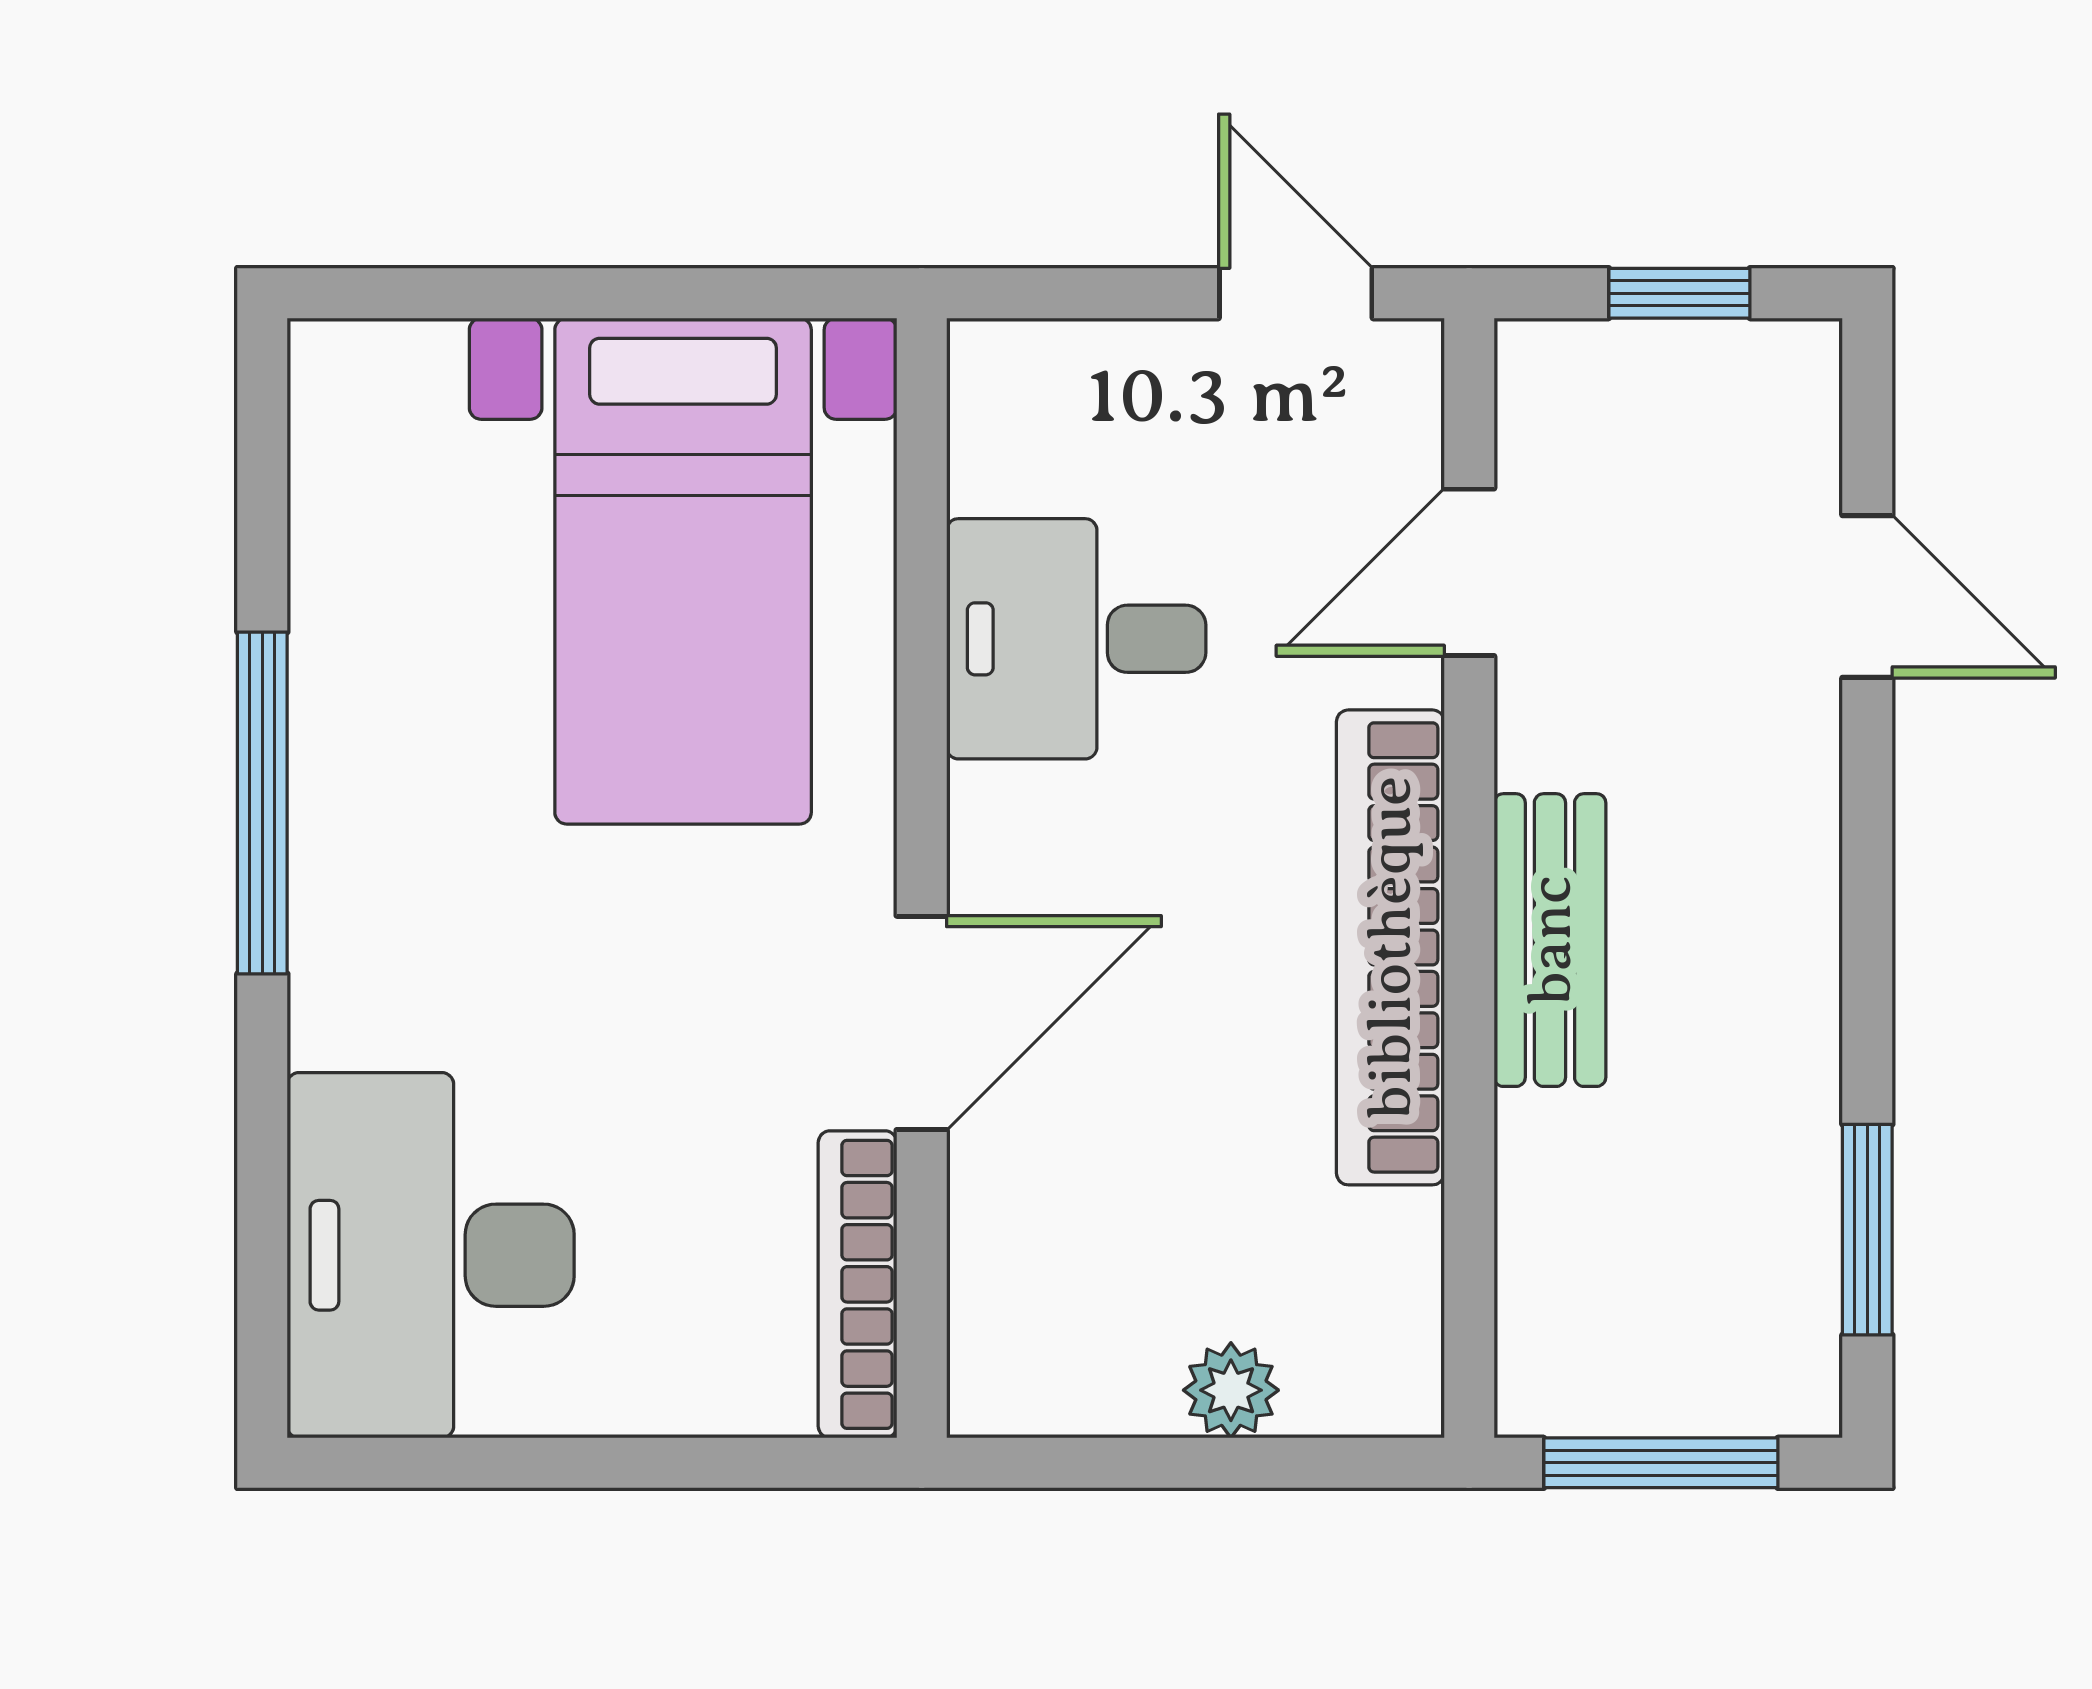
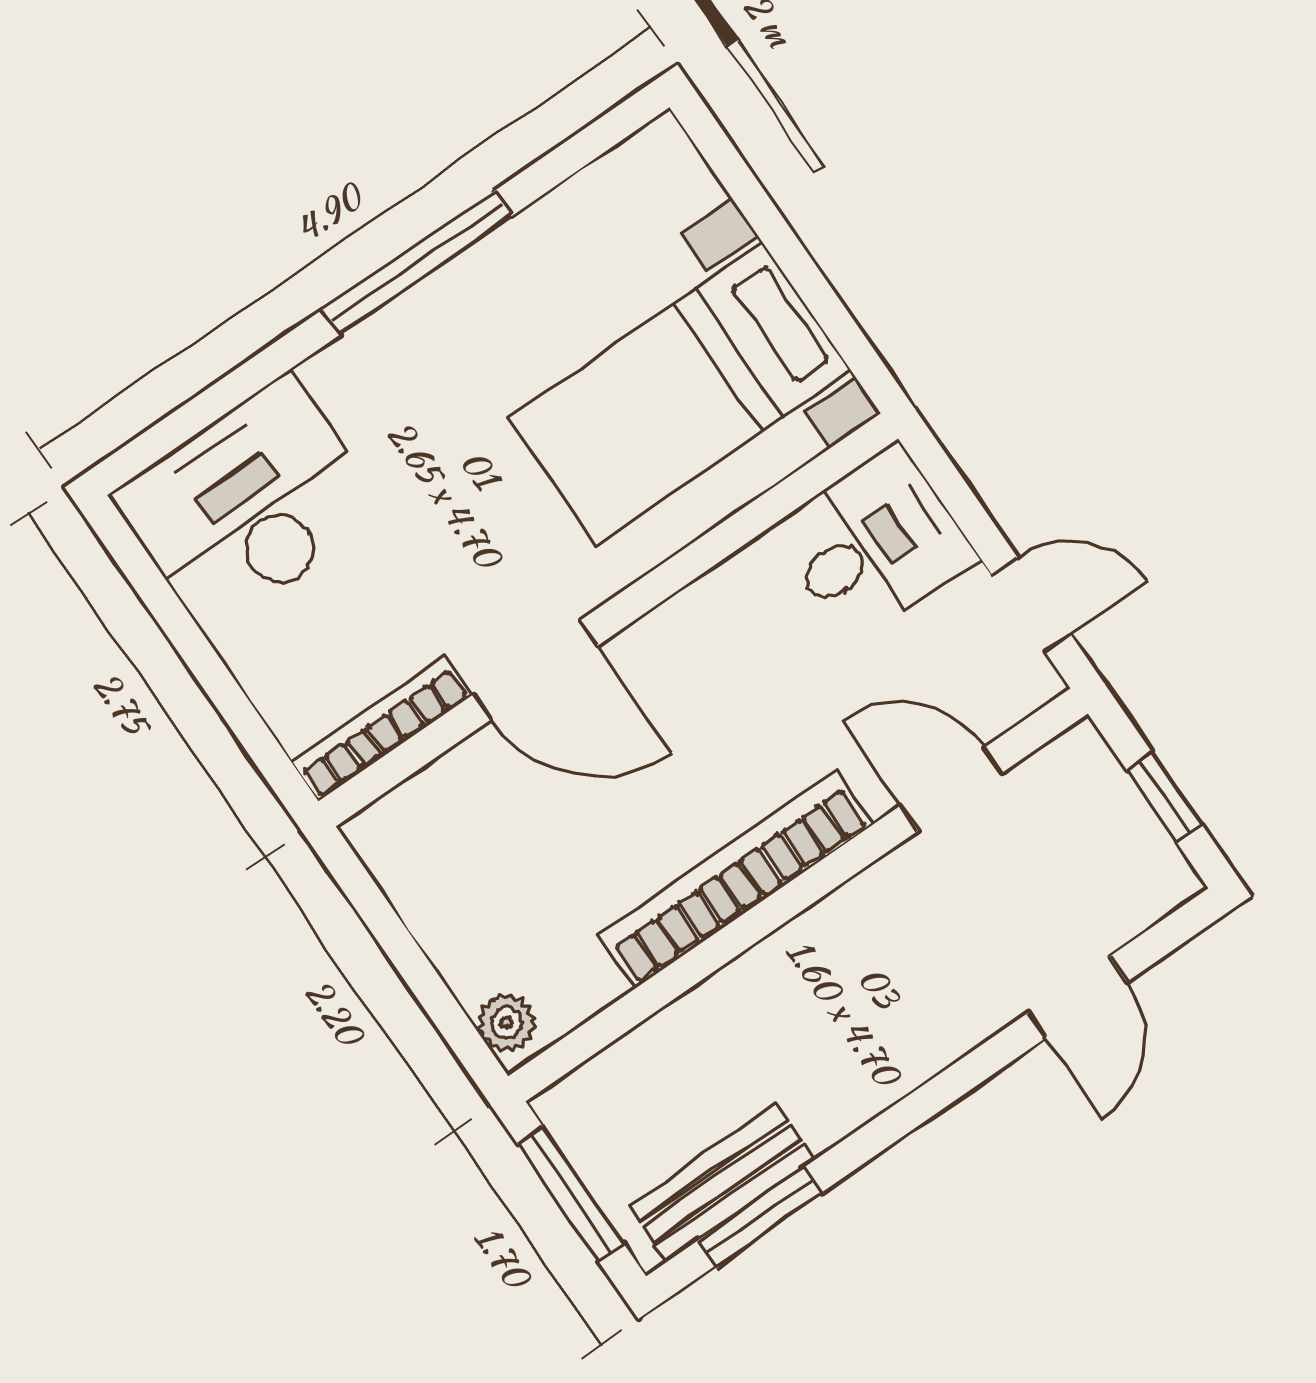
door: (1296, 293) -> (1032, 605), hinge flipped
desk: (1076, 639) -> (875, 544), moved, turned 90
bench: (1550, 940) -> (722, 1183), moved
plant: (1231, 1390) -> (506, 1023), moved

